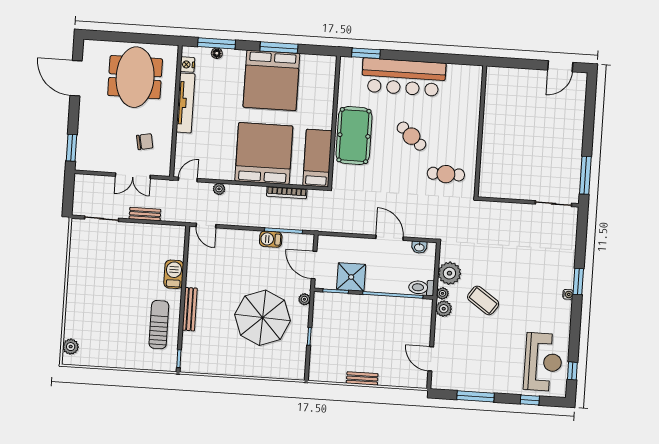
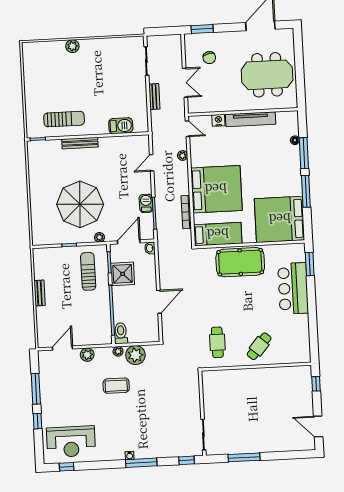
window: (217, 43) -> (304, 153), moved
window: (509, 63) -> (316, 384), added
nightstand: (187, 65) -> (218, 120), moved
bar counter: (404, 77) -> (293, 288), width x0.73
bed: (271, 80) -> (280, 219), moved
cafe table: (411, 136) -> (259, 346), moved
chair: (145, 142) -> (209, 58), moved
window: (585, 175) -> (244, 457), moved
double door: (133, 176) -> (185, 83), swing flipped
door: (206, 226) -> (152, 163), moved
window: (582, 227) -> (187, 460), added
washbasin: (419, 247) -> (150, 248), moved
barbecue: (174, 274) -> (121, 126), moved
window: (578, 282) -> (141, 463), width x1.44
coffee table: (483, 300) -> (116, 386), turned 55
plant: (444, 309) -> (87, 355), moved
sun lounger: (343, 318) -> (88, 271), added
plant: (71, 347) -> (72, 46), moved
window: (530, 400) -> (38, 421), moved

